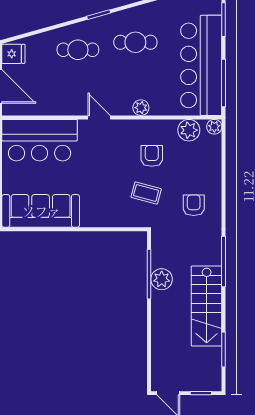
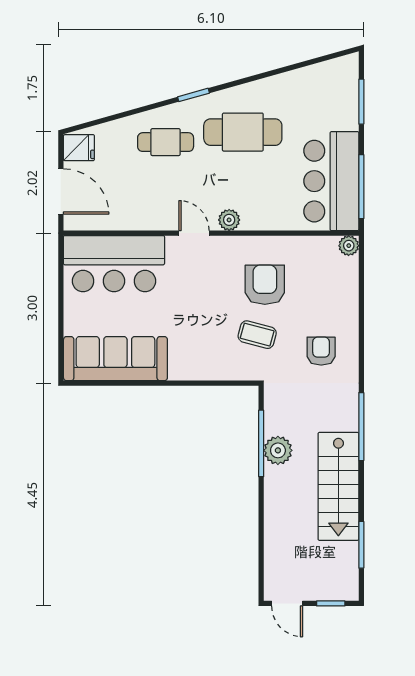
cafe table: (135, 42) -> (243, 132), width x1.37, depth x1.35
bar counter: (201, 65) -> (331, 181), width x0.73
plant: (141, 108) -> (229, 220), moved
plant: (189, 130) -> (315, 250), removed
armchair: (152, 156) -> (265, 285), width x1.38, depth x1.38

